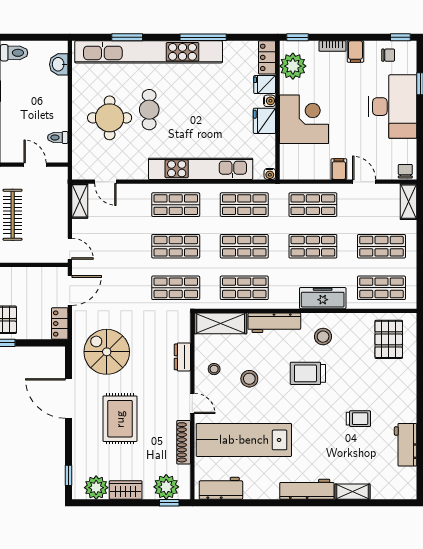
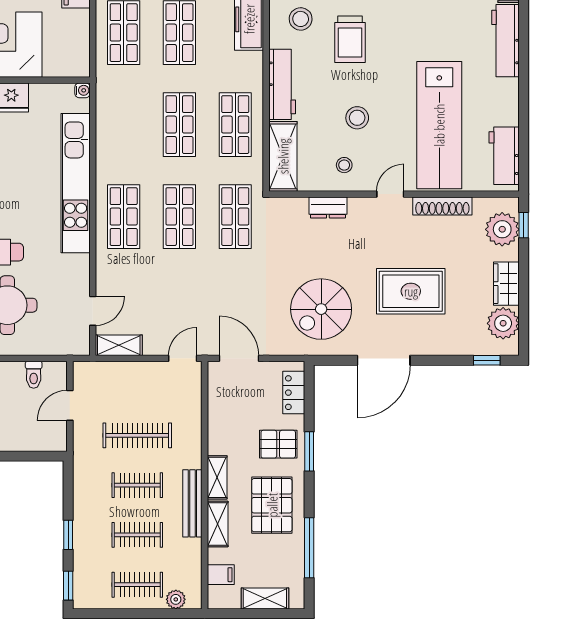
shop shelf: (244, 205) -> (124, 125), removed
locker: (60, 324) -> (294, 393), moved, turned 90

